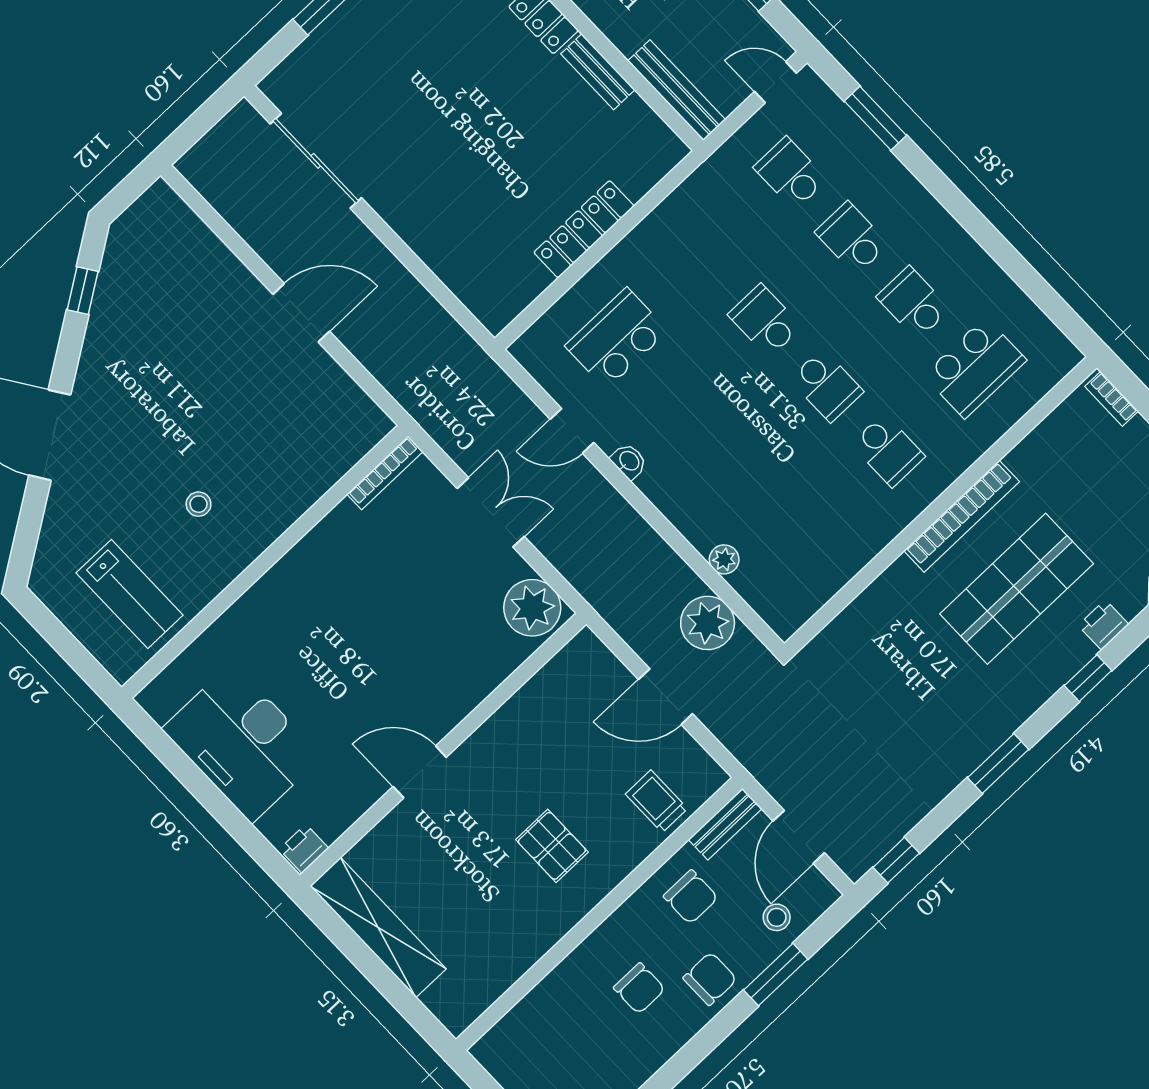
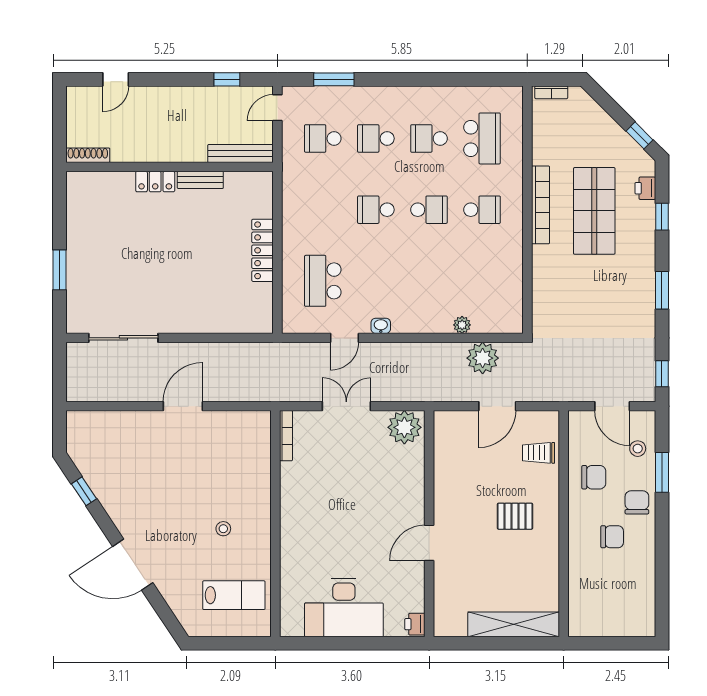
bench: (725, 824) -> (576, 433), removed
shelving: (378, 927) -> (514, 624), moved

